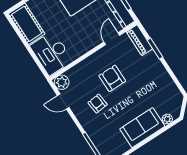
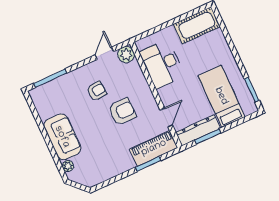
door: (112, 39) -> (166, 118), hinge flipped
piano: (140, 40) -> (154, 148), width x1.37, depth x1.33
desk: (51, 53) -> (162, 64), moved, turned -90

